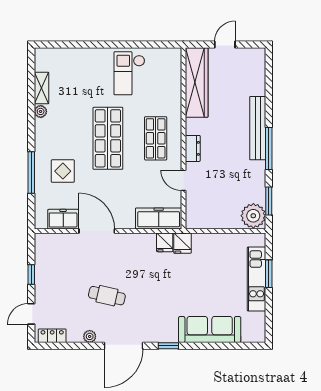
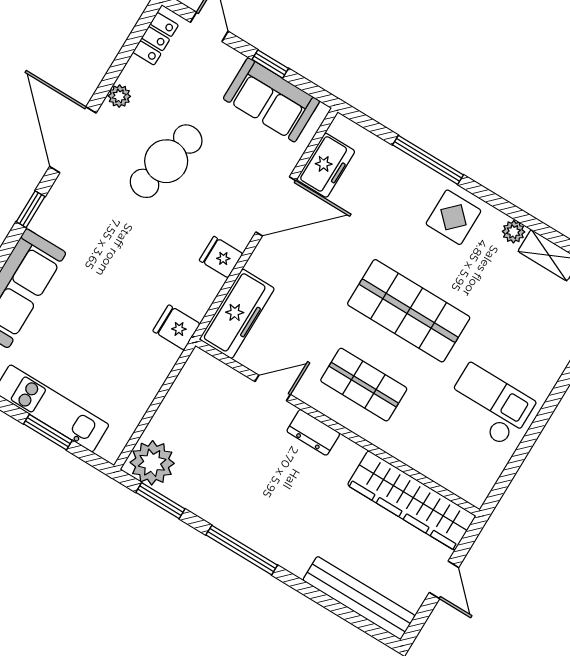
bench: (258, 128) -> (359, 598), moved
display table: (63, 171) -> (453, 217), moved
fridge: (165, 242) -> (221, 257), moved
sofa: (48, 264) -> (271, 100), added
cafe table: (107, 296) -> (166, 161), width x1.37, depth x1.35

